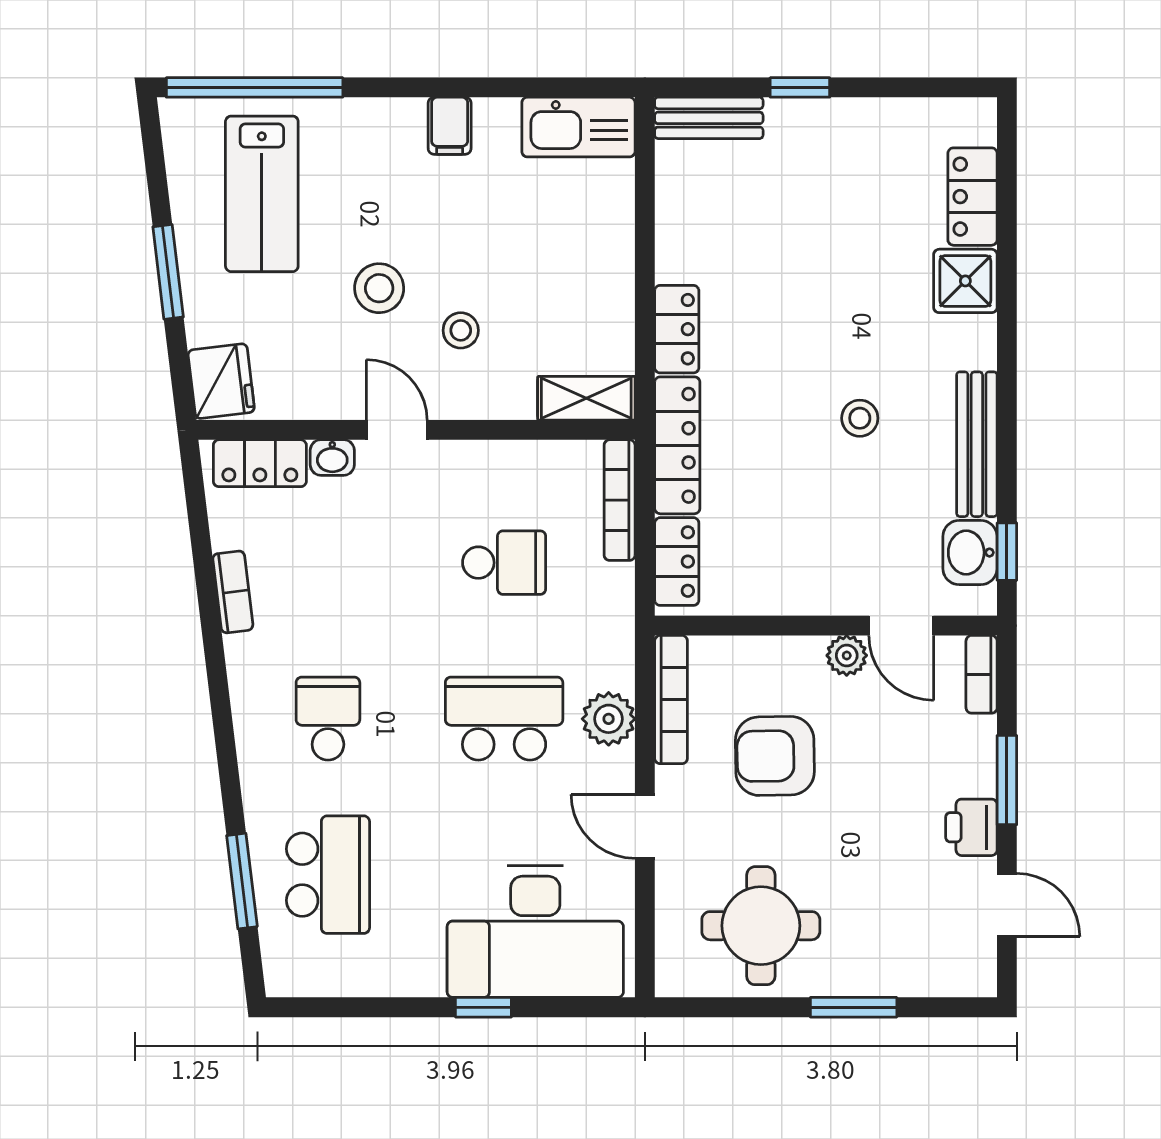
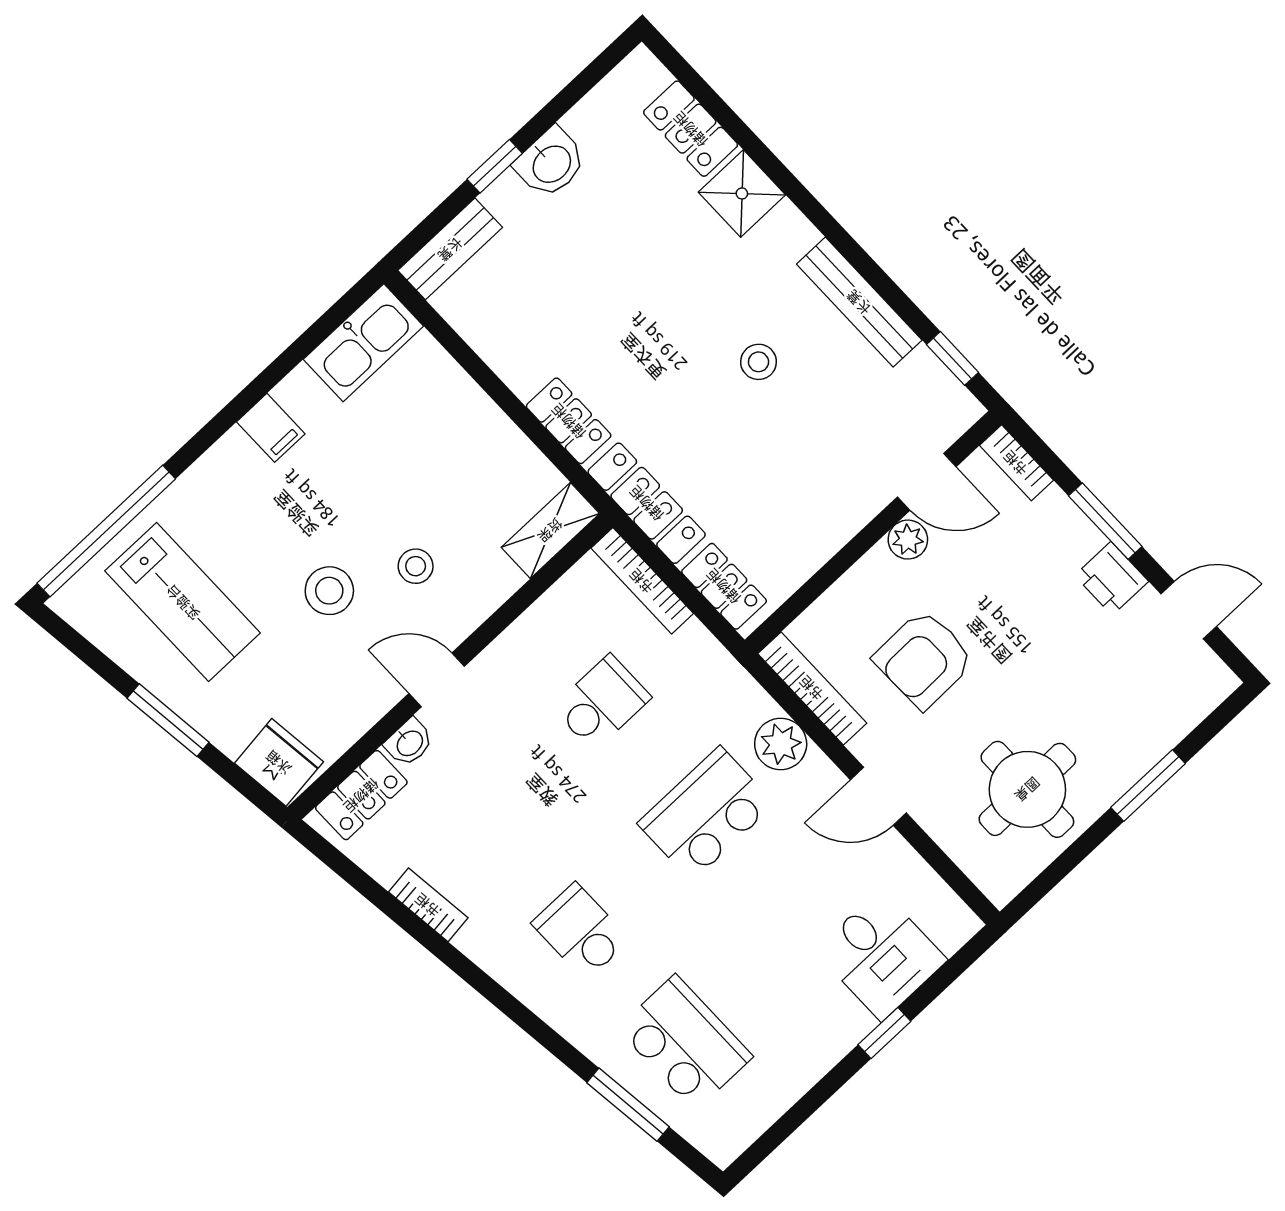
washbasin: (970, 553) -> (551, 163), moved, turned -90
desk: (535, 932) -> (881, 955), width x0.53, depth x0.77

